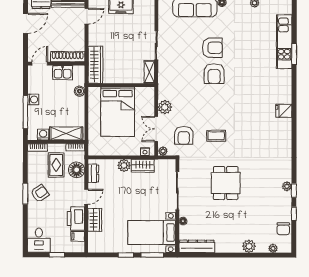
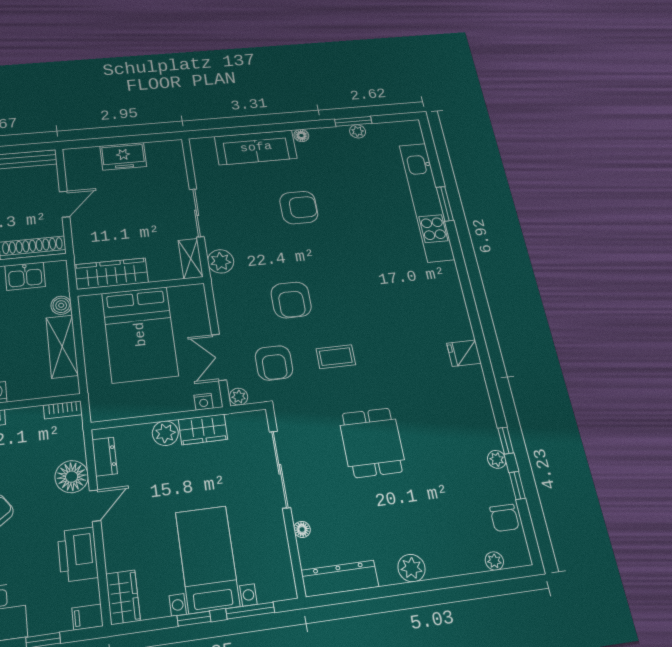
door: (87, 16) -> (65, 204), moved
kitchen unit: (284, 42) -> (427, 202), width x1.36
wardrobe: (95, 65) -> (111, 274), moved, turned -90
armchair: (214, 74) -> (291, 300), moved
plant: (165, 107) -> (221, 261), moved
fridge: (284, 111) -> (464, 353), moved
shelving: (66, 133) -> (62, 346), moved, turned 90
rug: (56, 165) -> (26, 449), removed
floor lamp: (77, 170) -> (72, 477), moved
plant: (287, 186) -> (497, 459), moved
wardrobe: (95, 220) -> (123, 597), moved
bed with nightstands: (152, 233) -> (207, 559), moved, turned 90
filing cabinet: (78, 236) -> (88, 617), moved
plant: (249, 246) -> (412, 568), moved

